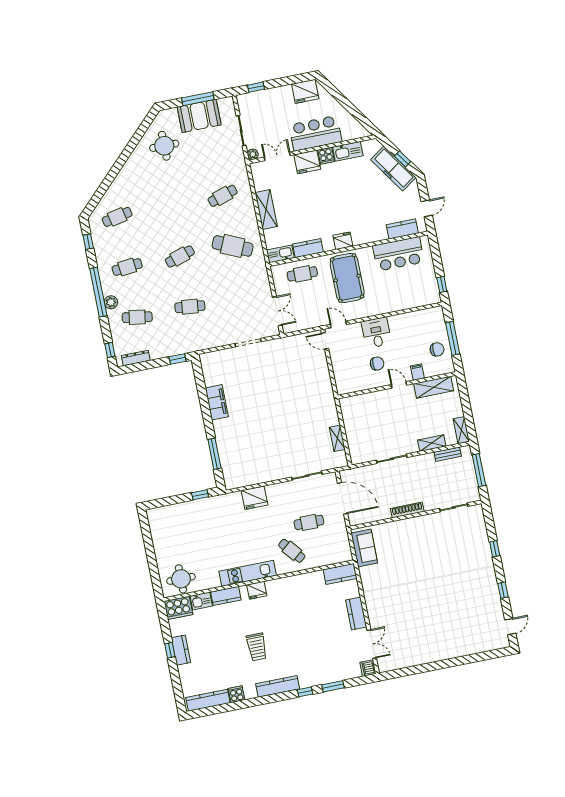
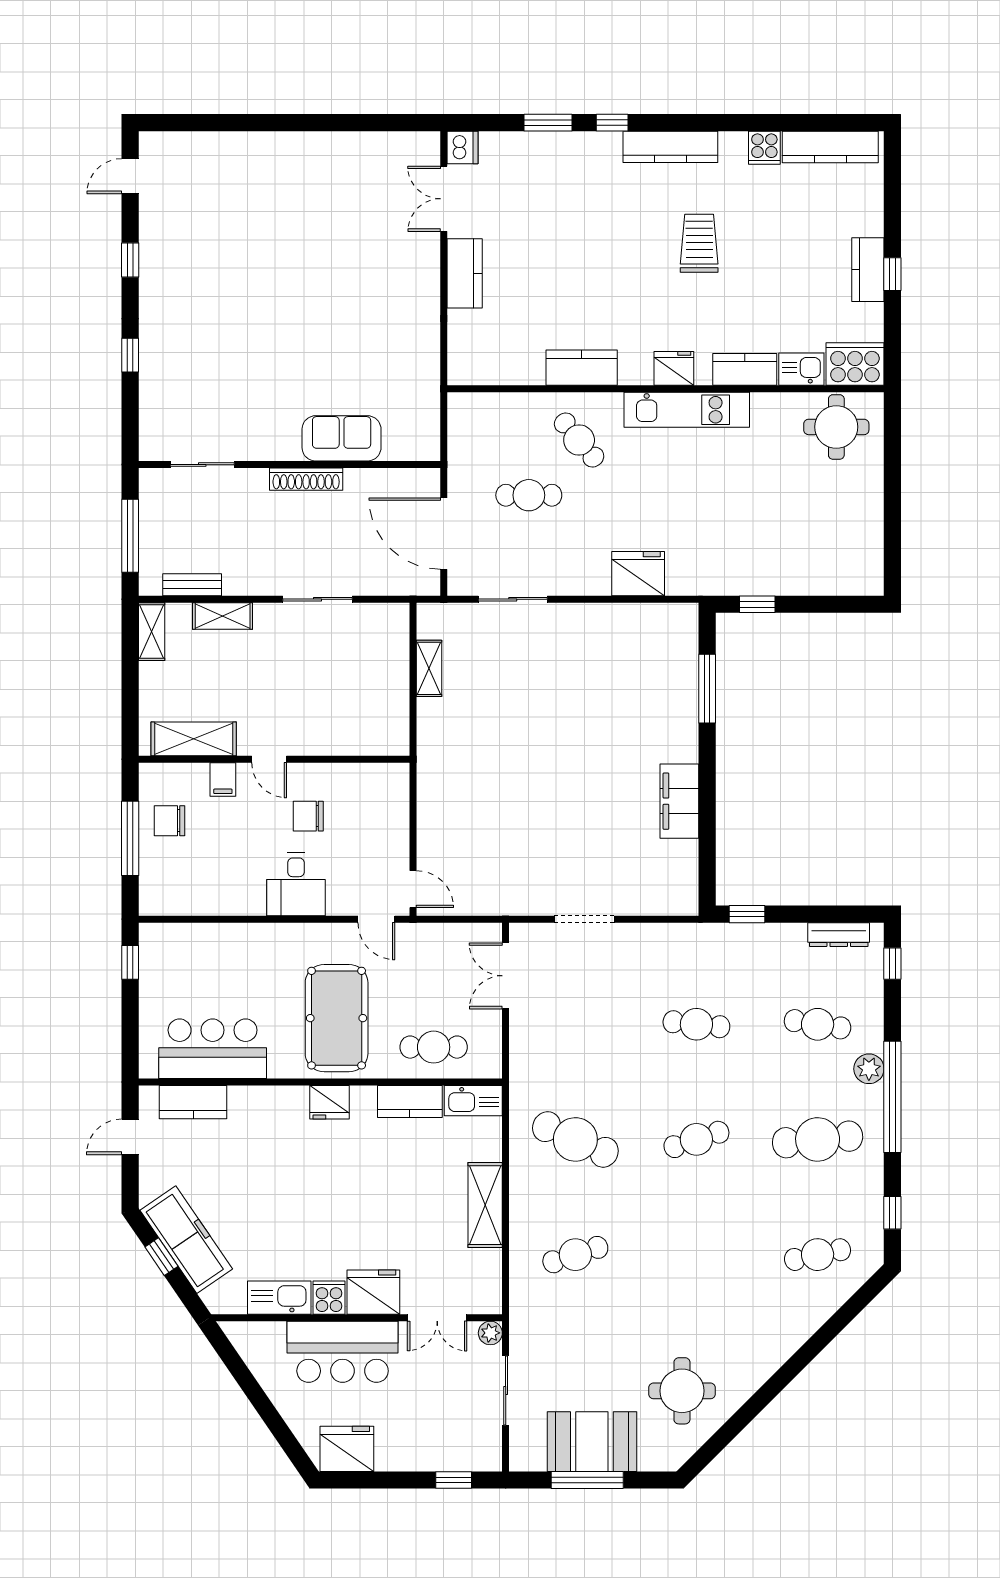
cafe table: (127, 267) -> (818, 1139), width x1.37, depth x1.35
sofa: (364, 548) -> (342, 438), moved, turned 90
kitchen counter: (340, 574) -> (582, 368), moved

